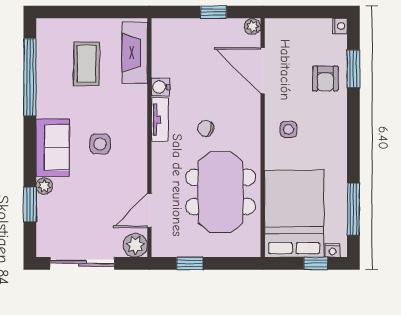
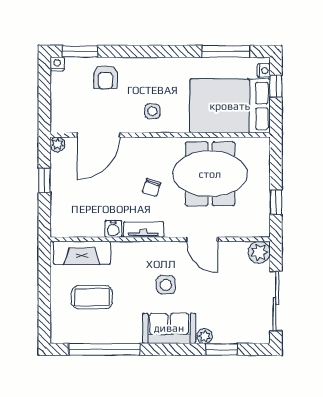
window: (353, 69) -> (80, 51), moved
armchair: (325, 78) -> (106, 77), turned 90
door: (149, 210) -> (202, 239), moved

